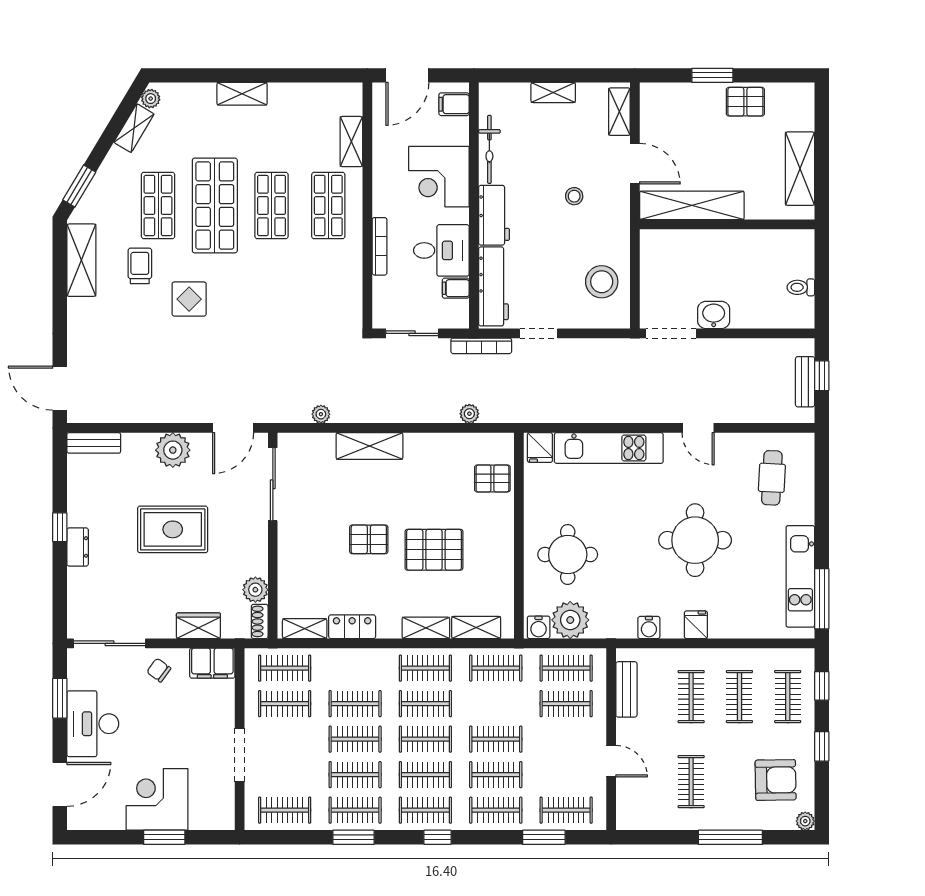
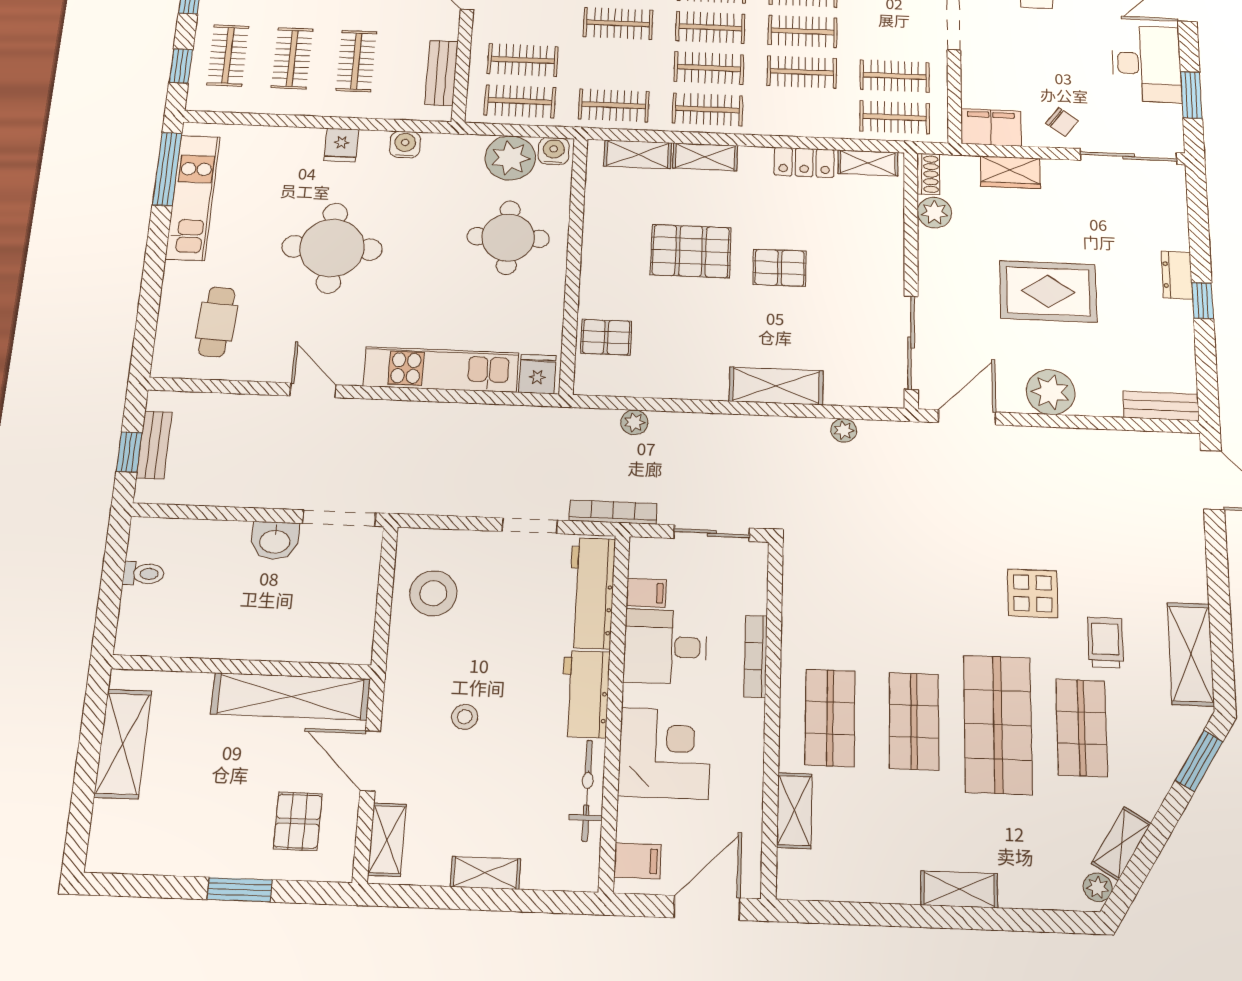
pallet: (745, 102) -> (298, 821), moved, turned 90
trolley: (140, 266) -> (1105, 643), turned 180

